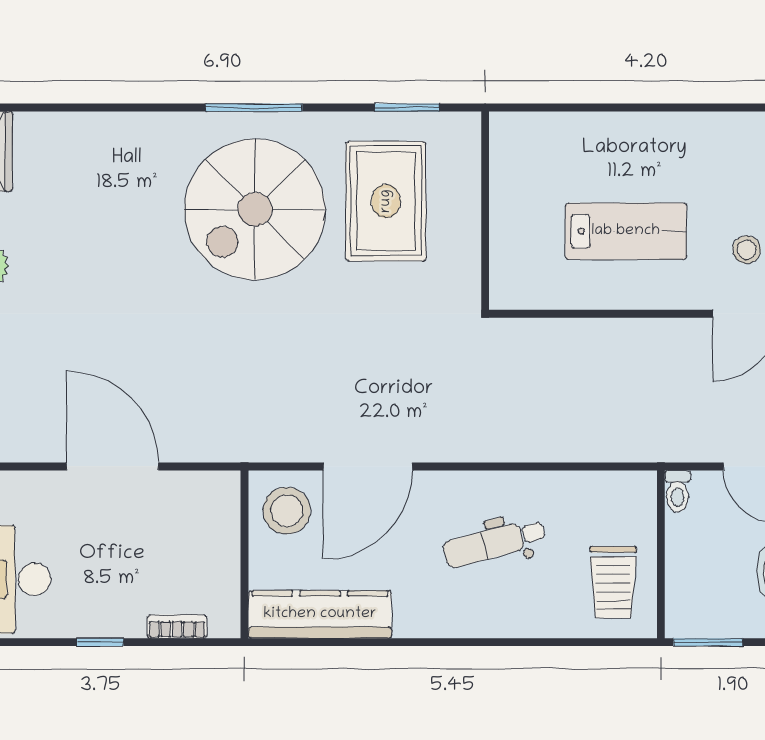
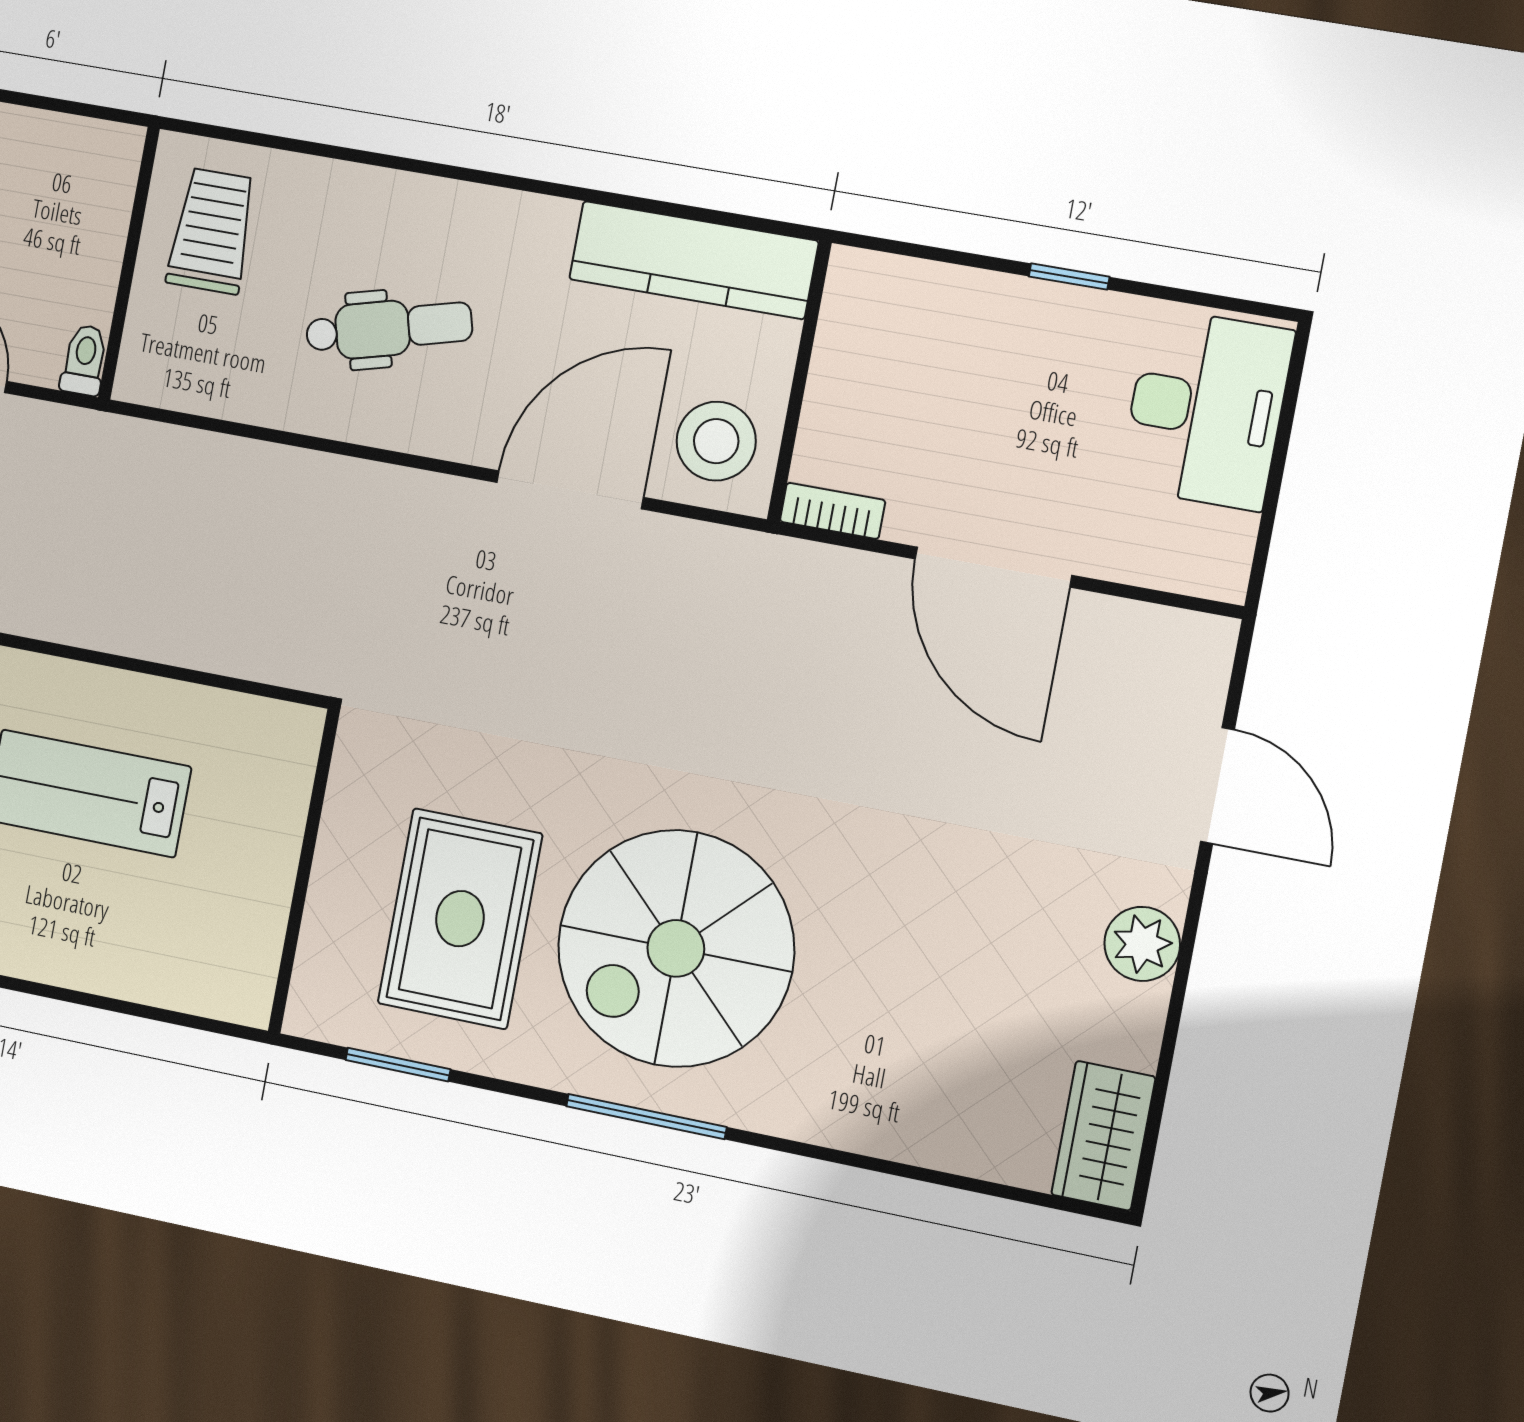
spiral stairs: (255, 209) -> (676, 948), turned 180
bookcase: (177, 626) -> (833, 511), moved, turned 180
window: (708, 642) -> (81, 109), removed

